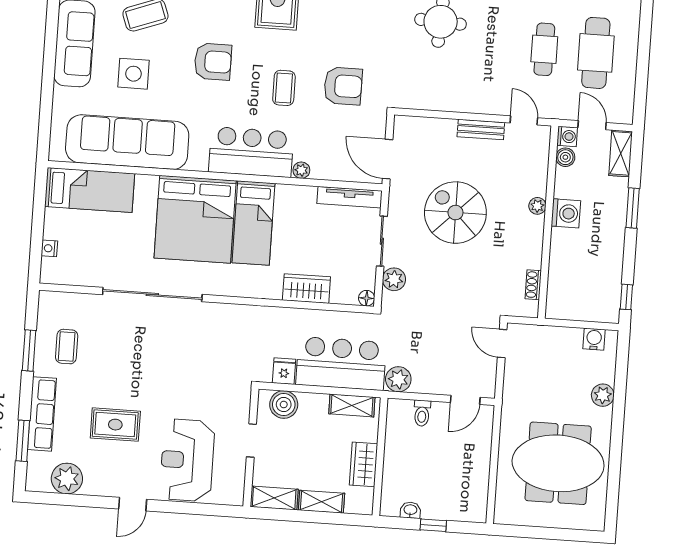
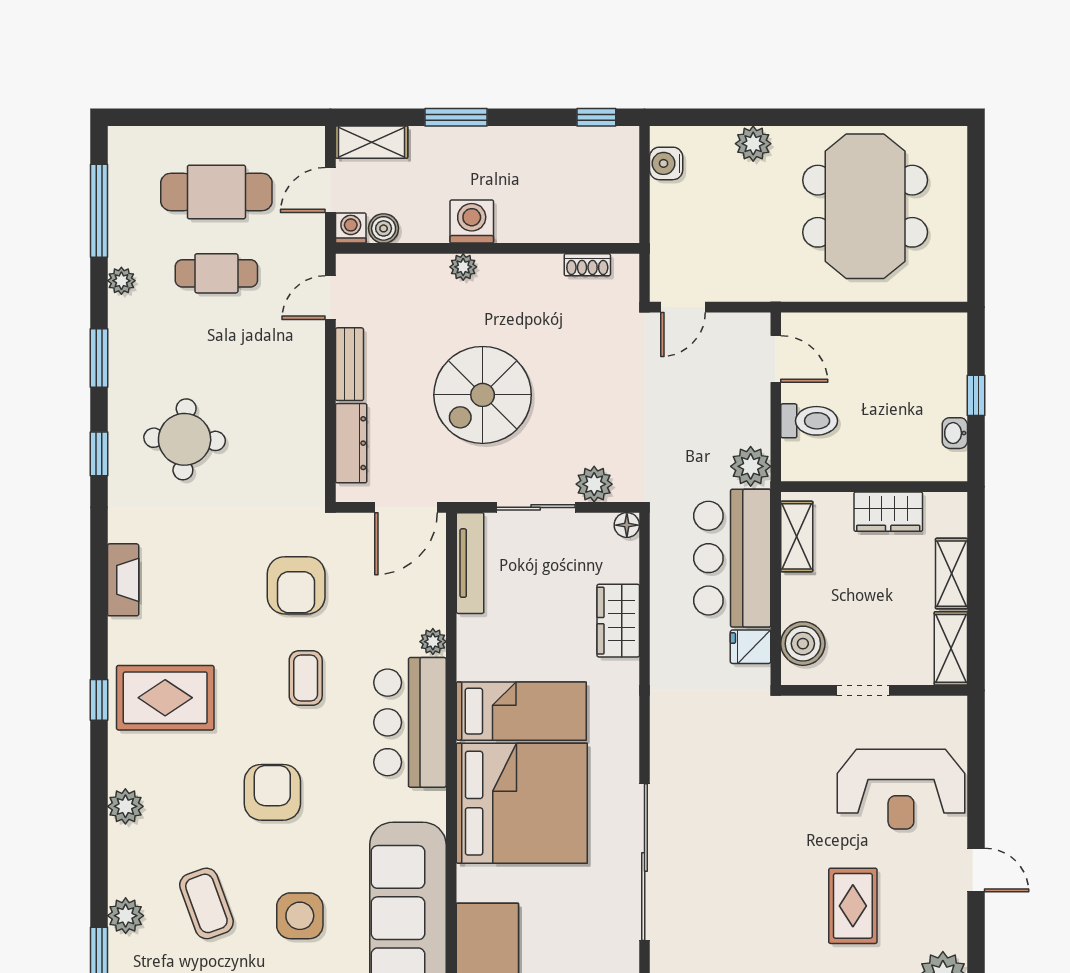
armchair: (343, 86) -> (296, 585), turned 180
coffee table: (284, 88) -> (306, 678), turned 90
dresser: (431, 127) -> (351, 443), added
toilet: (422, 413) -> (809, 421), width x1.37, depth x1.39

